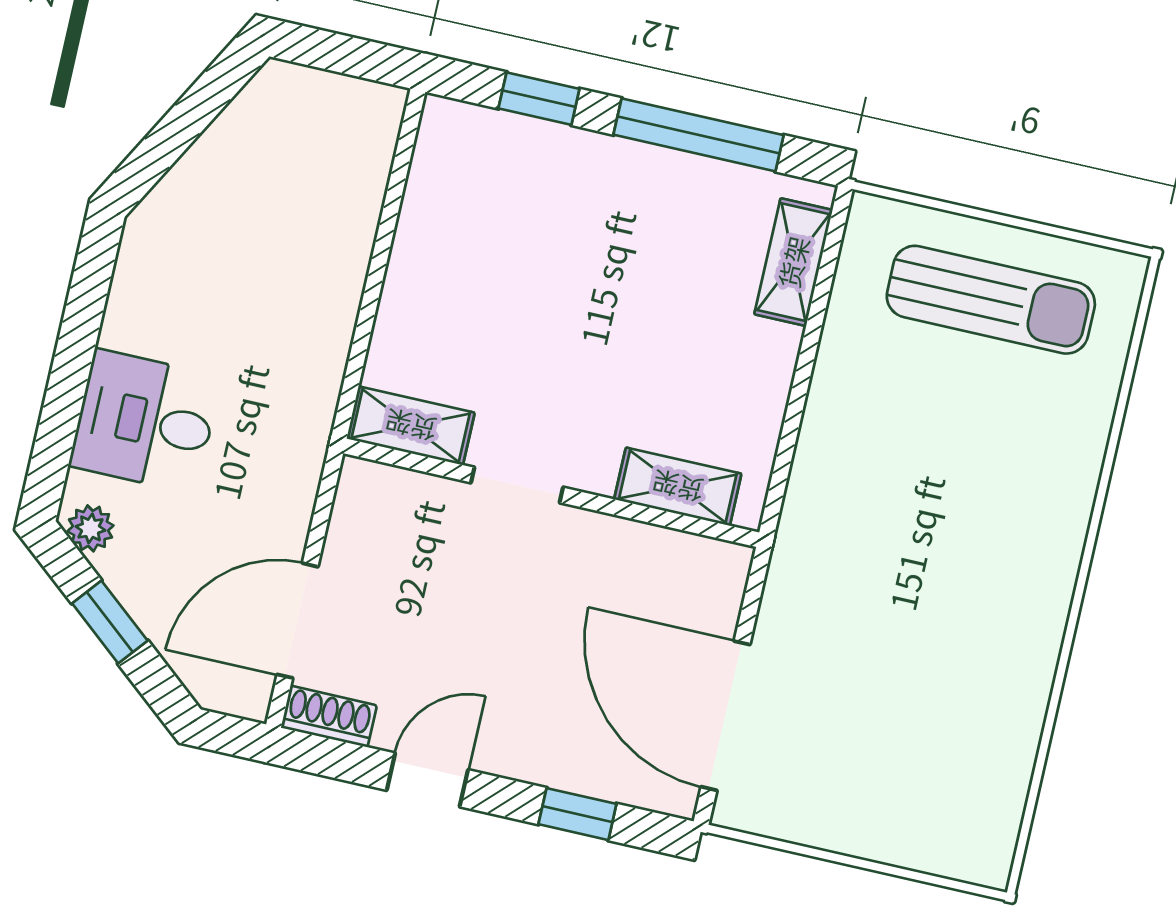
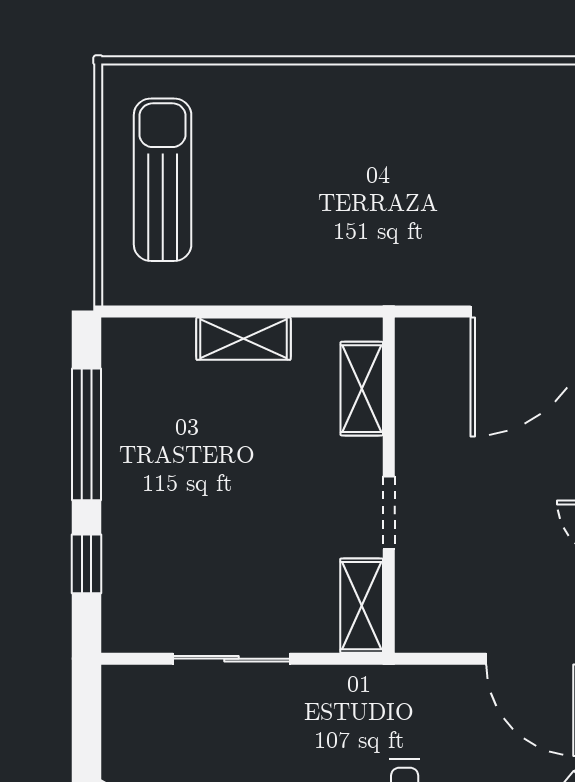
sliding door: (382, 251) -> (232, 659), added
shelving: (793, 262) -> (243, 339), moved

